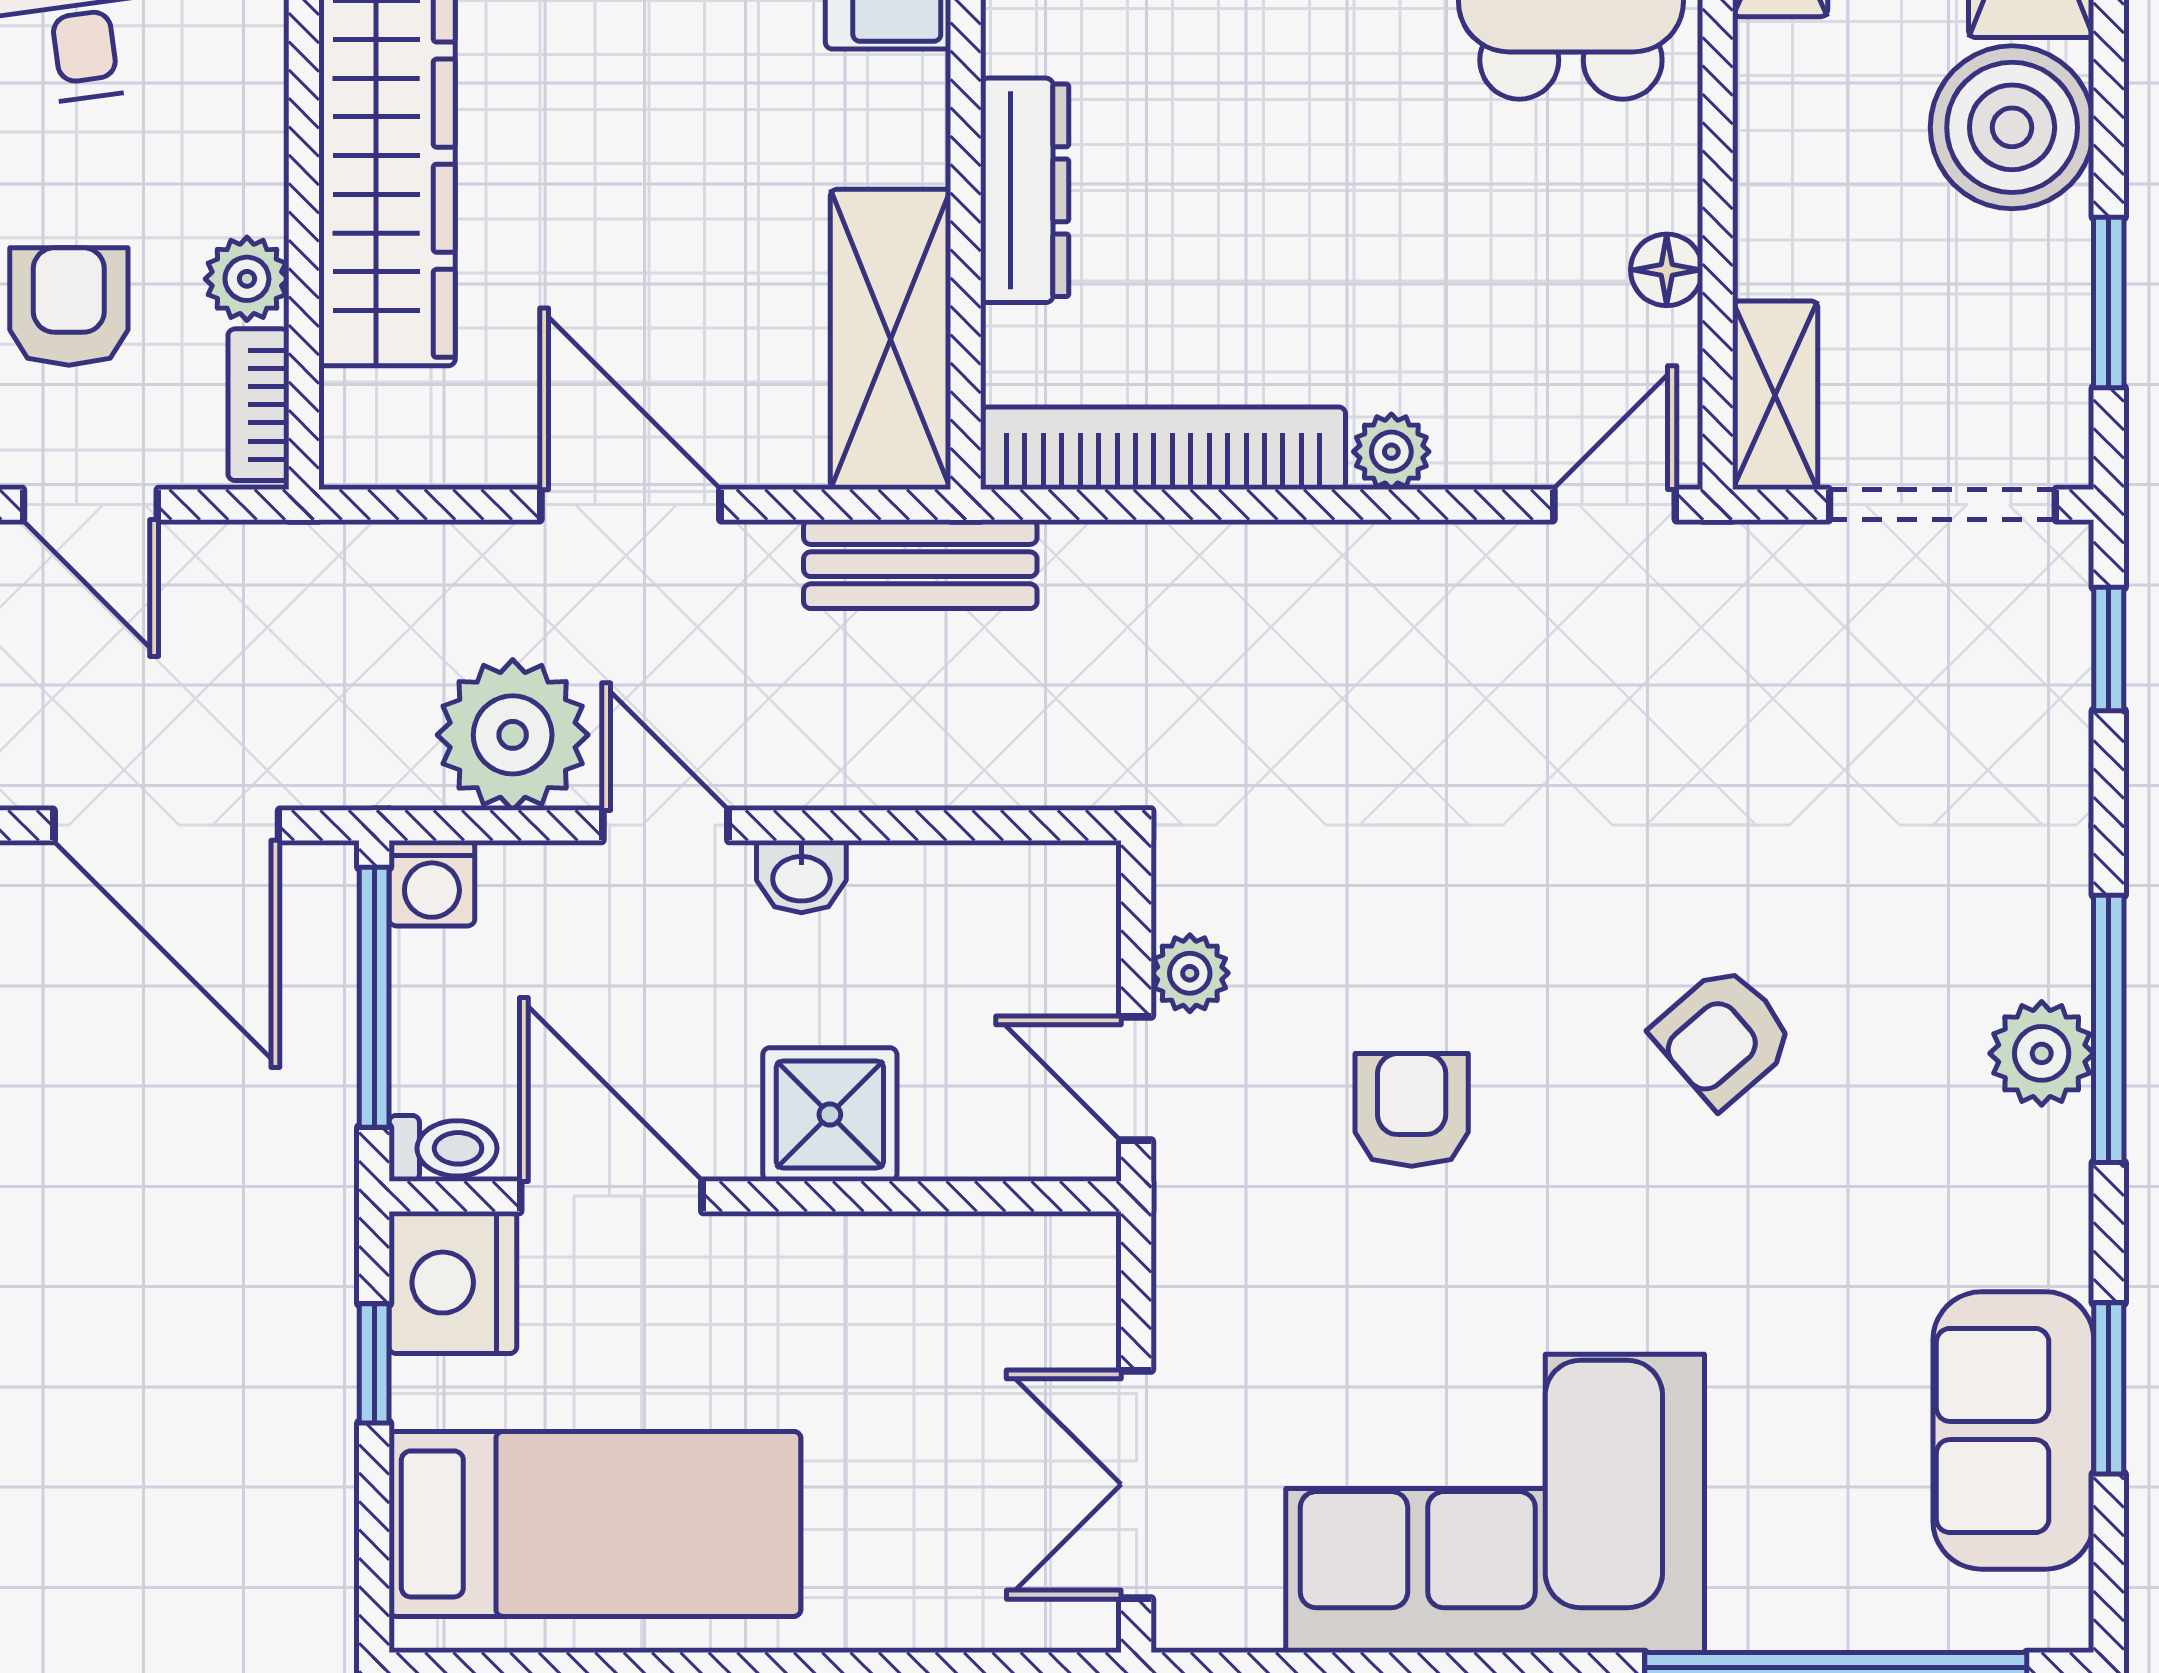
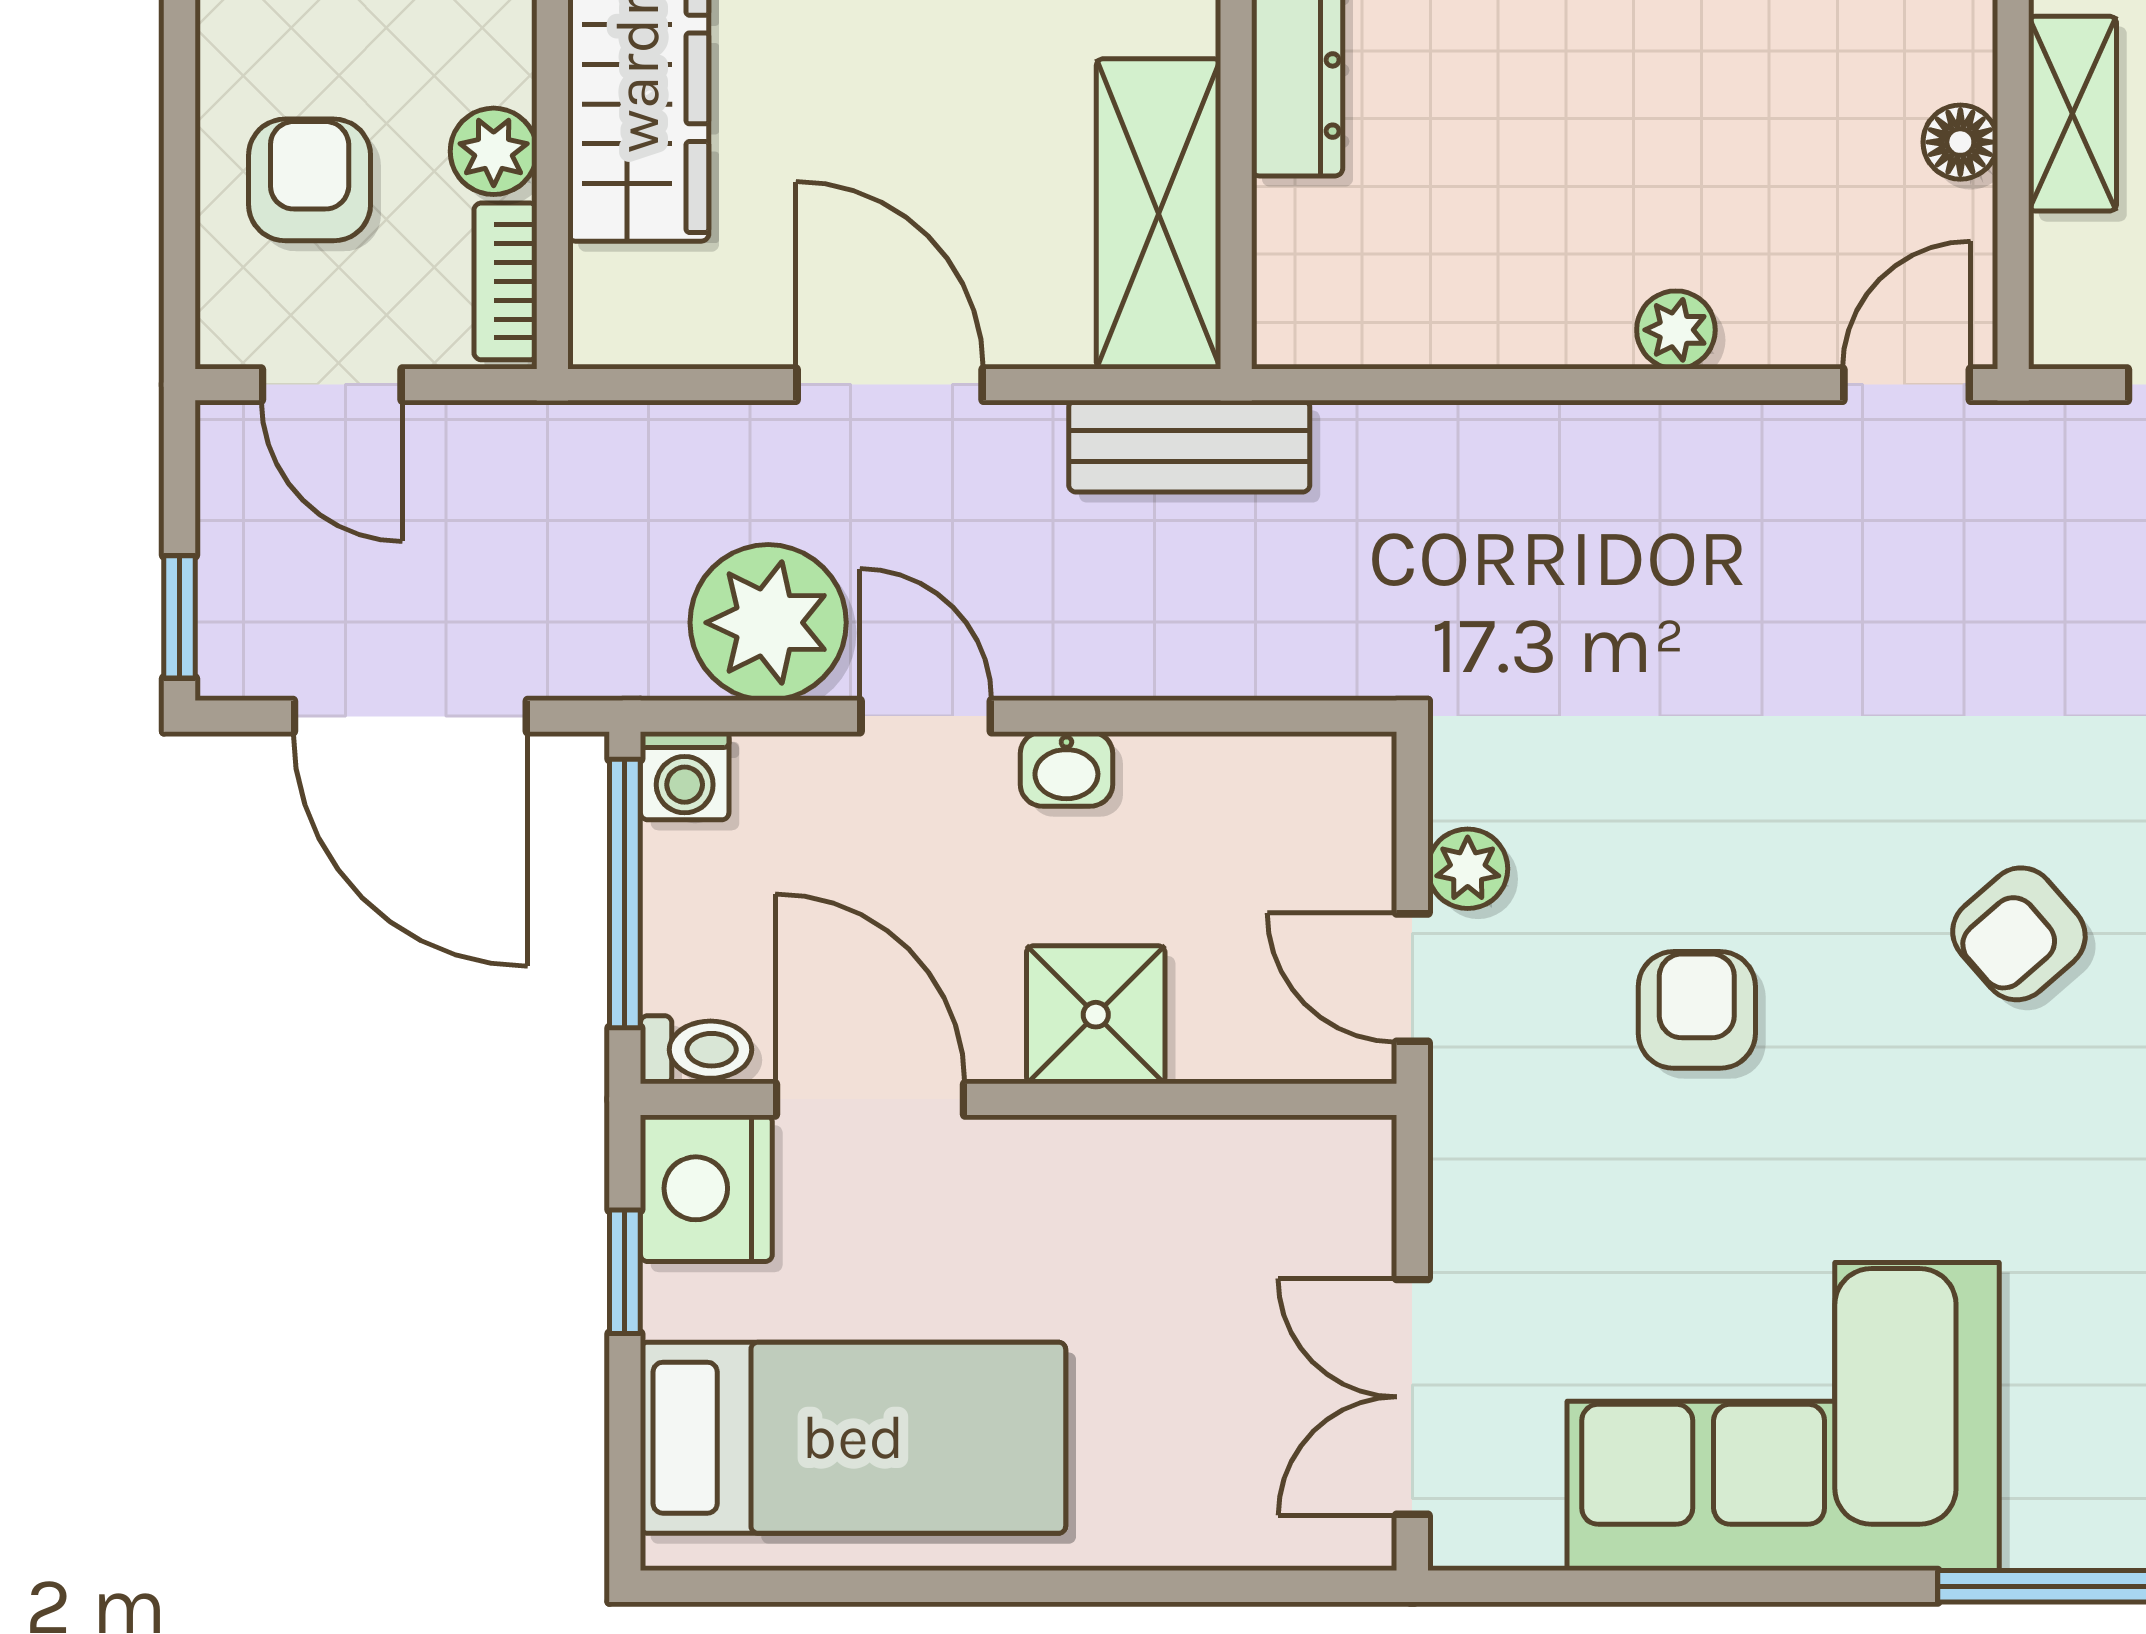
shelving: (1775, 395) -> (2072, 114), moved
bookcase: (1163, 448) -> (1440, 326), removed

